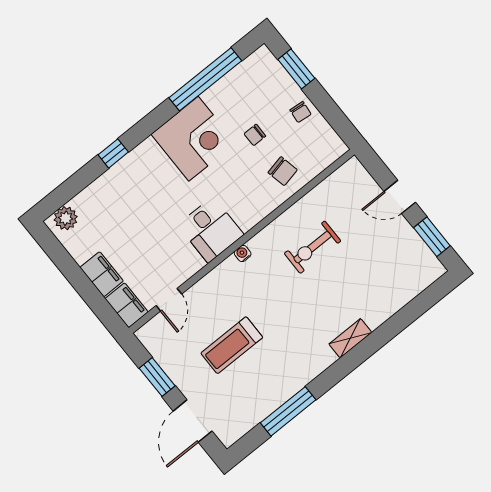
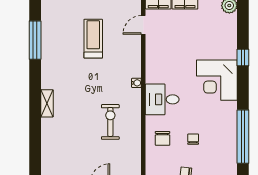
corner desk: (194, 139) -> (217, 80), moved
chair: (283, 171) -> (163, 138), turned -78
desk: (211, 230) -> (162, 99), moved
door: (169, 300) -> (143, 25), hinge flipped

